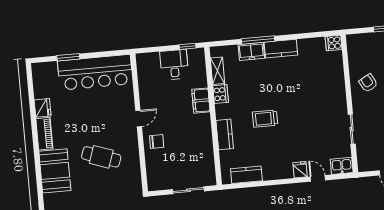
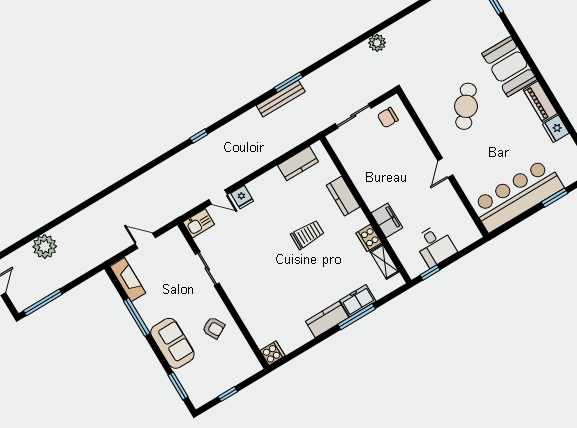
chair: (157, 141) -> (388, 118), moved
cafe table: (101, 157) -> (466, 106), turned -70

